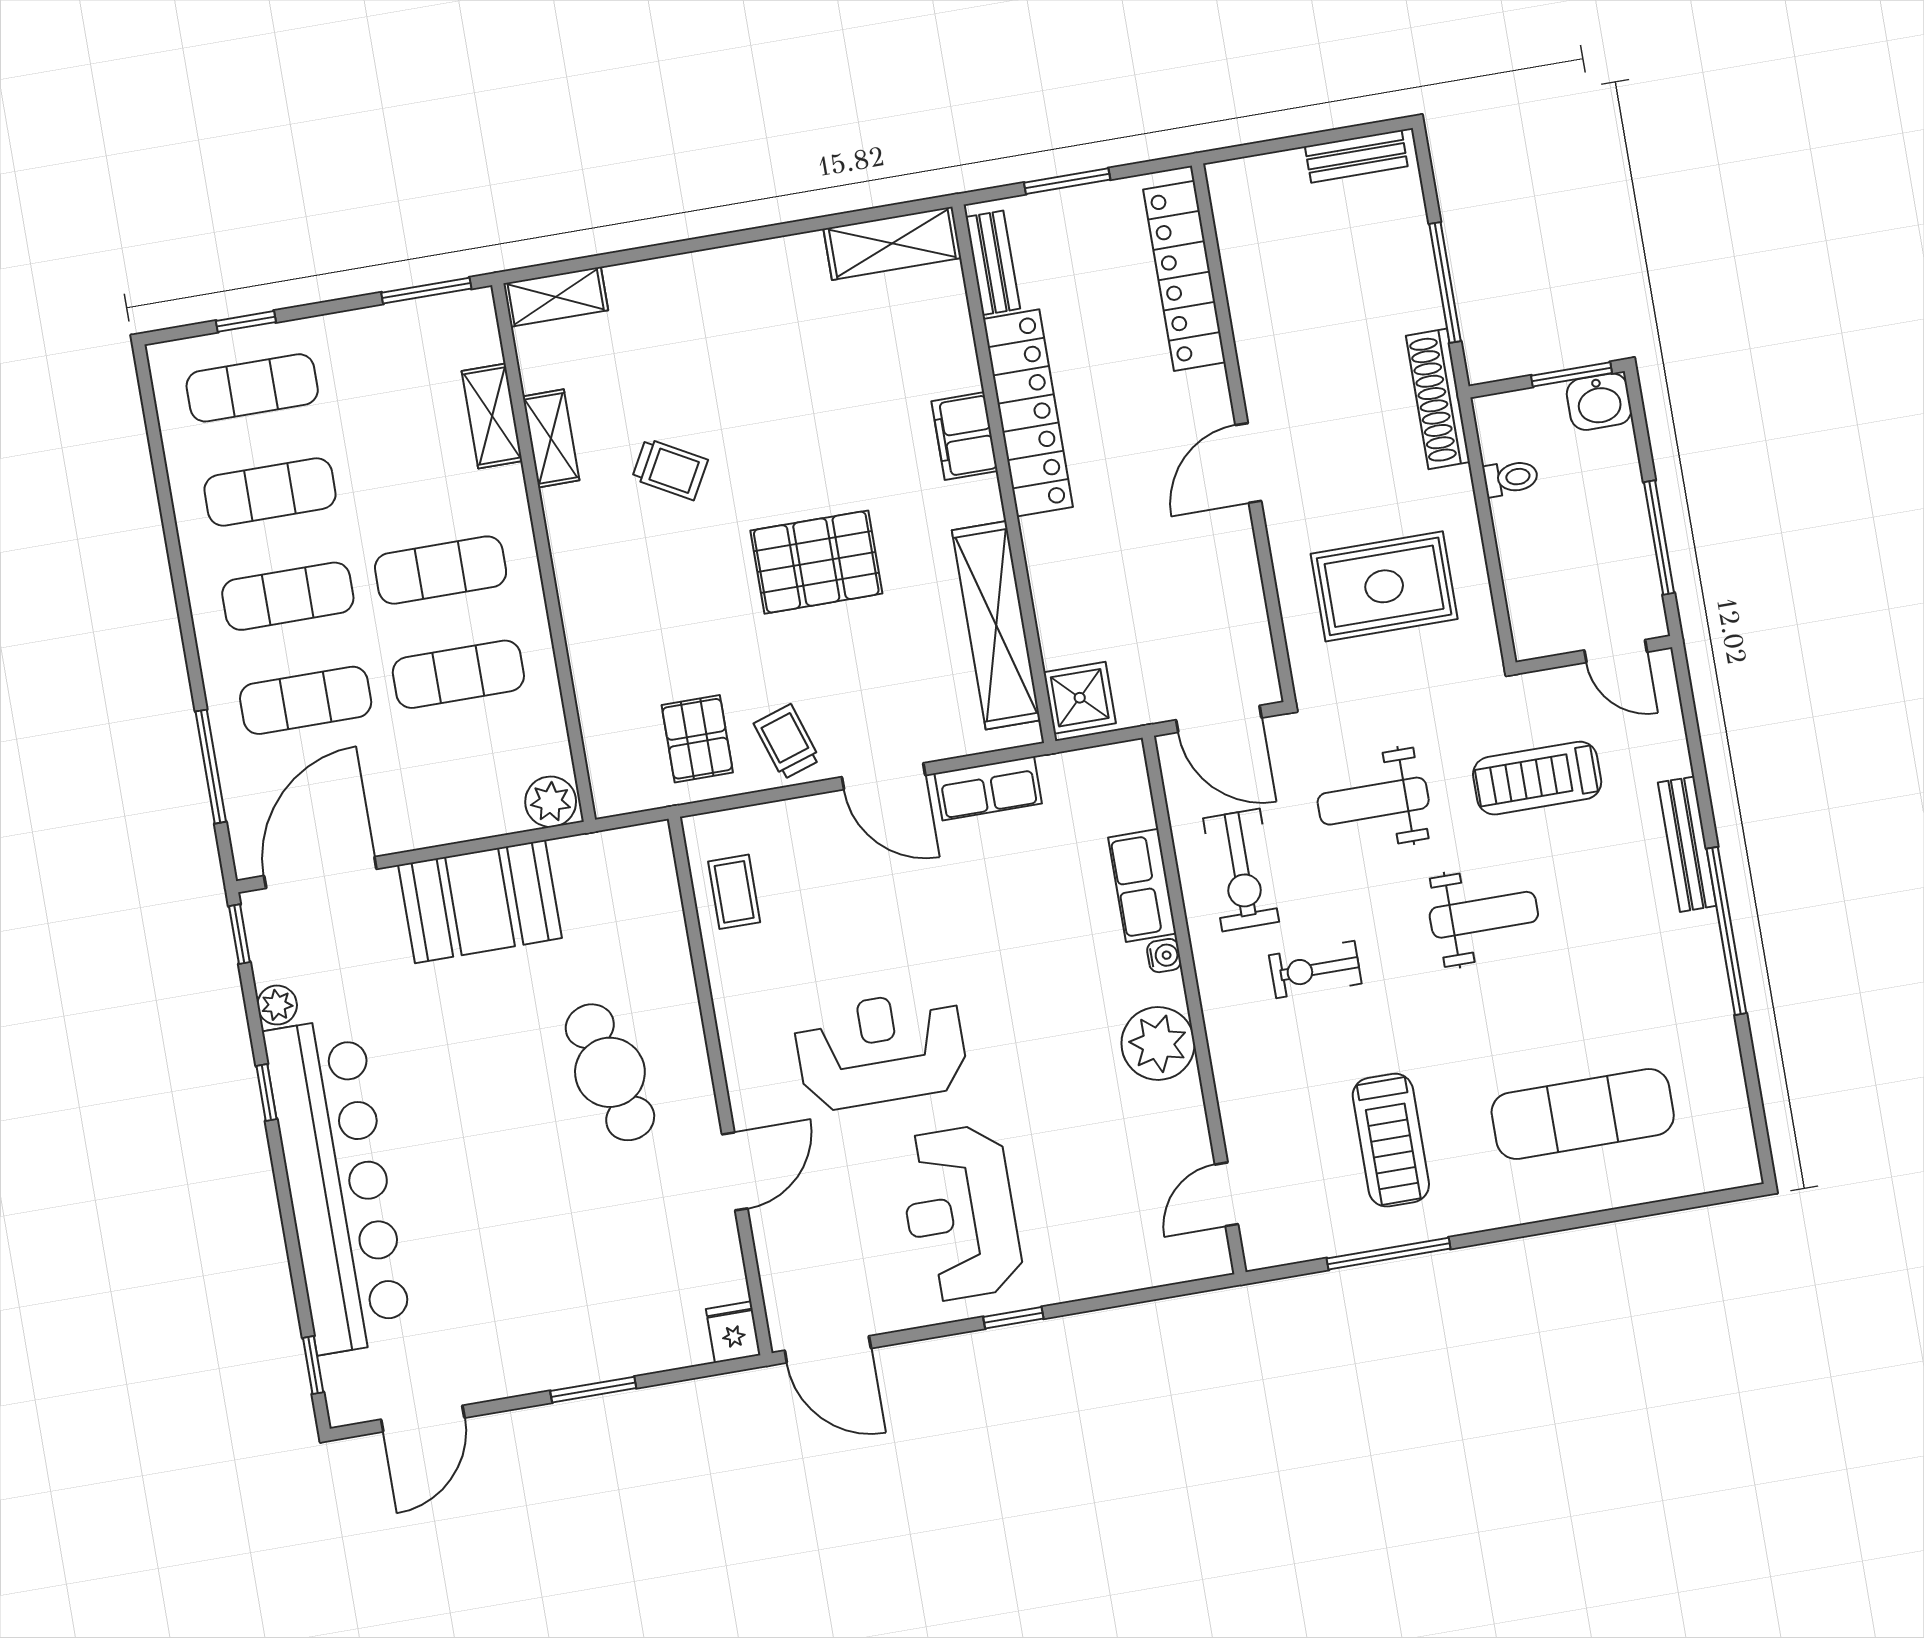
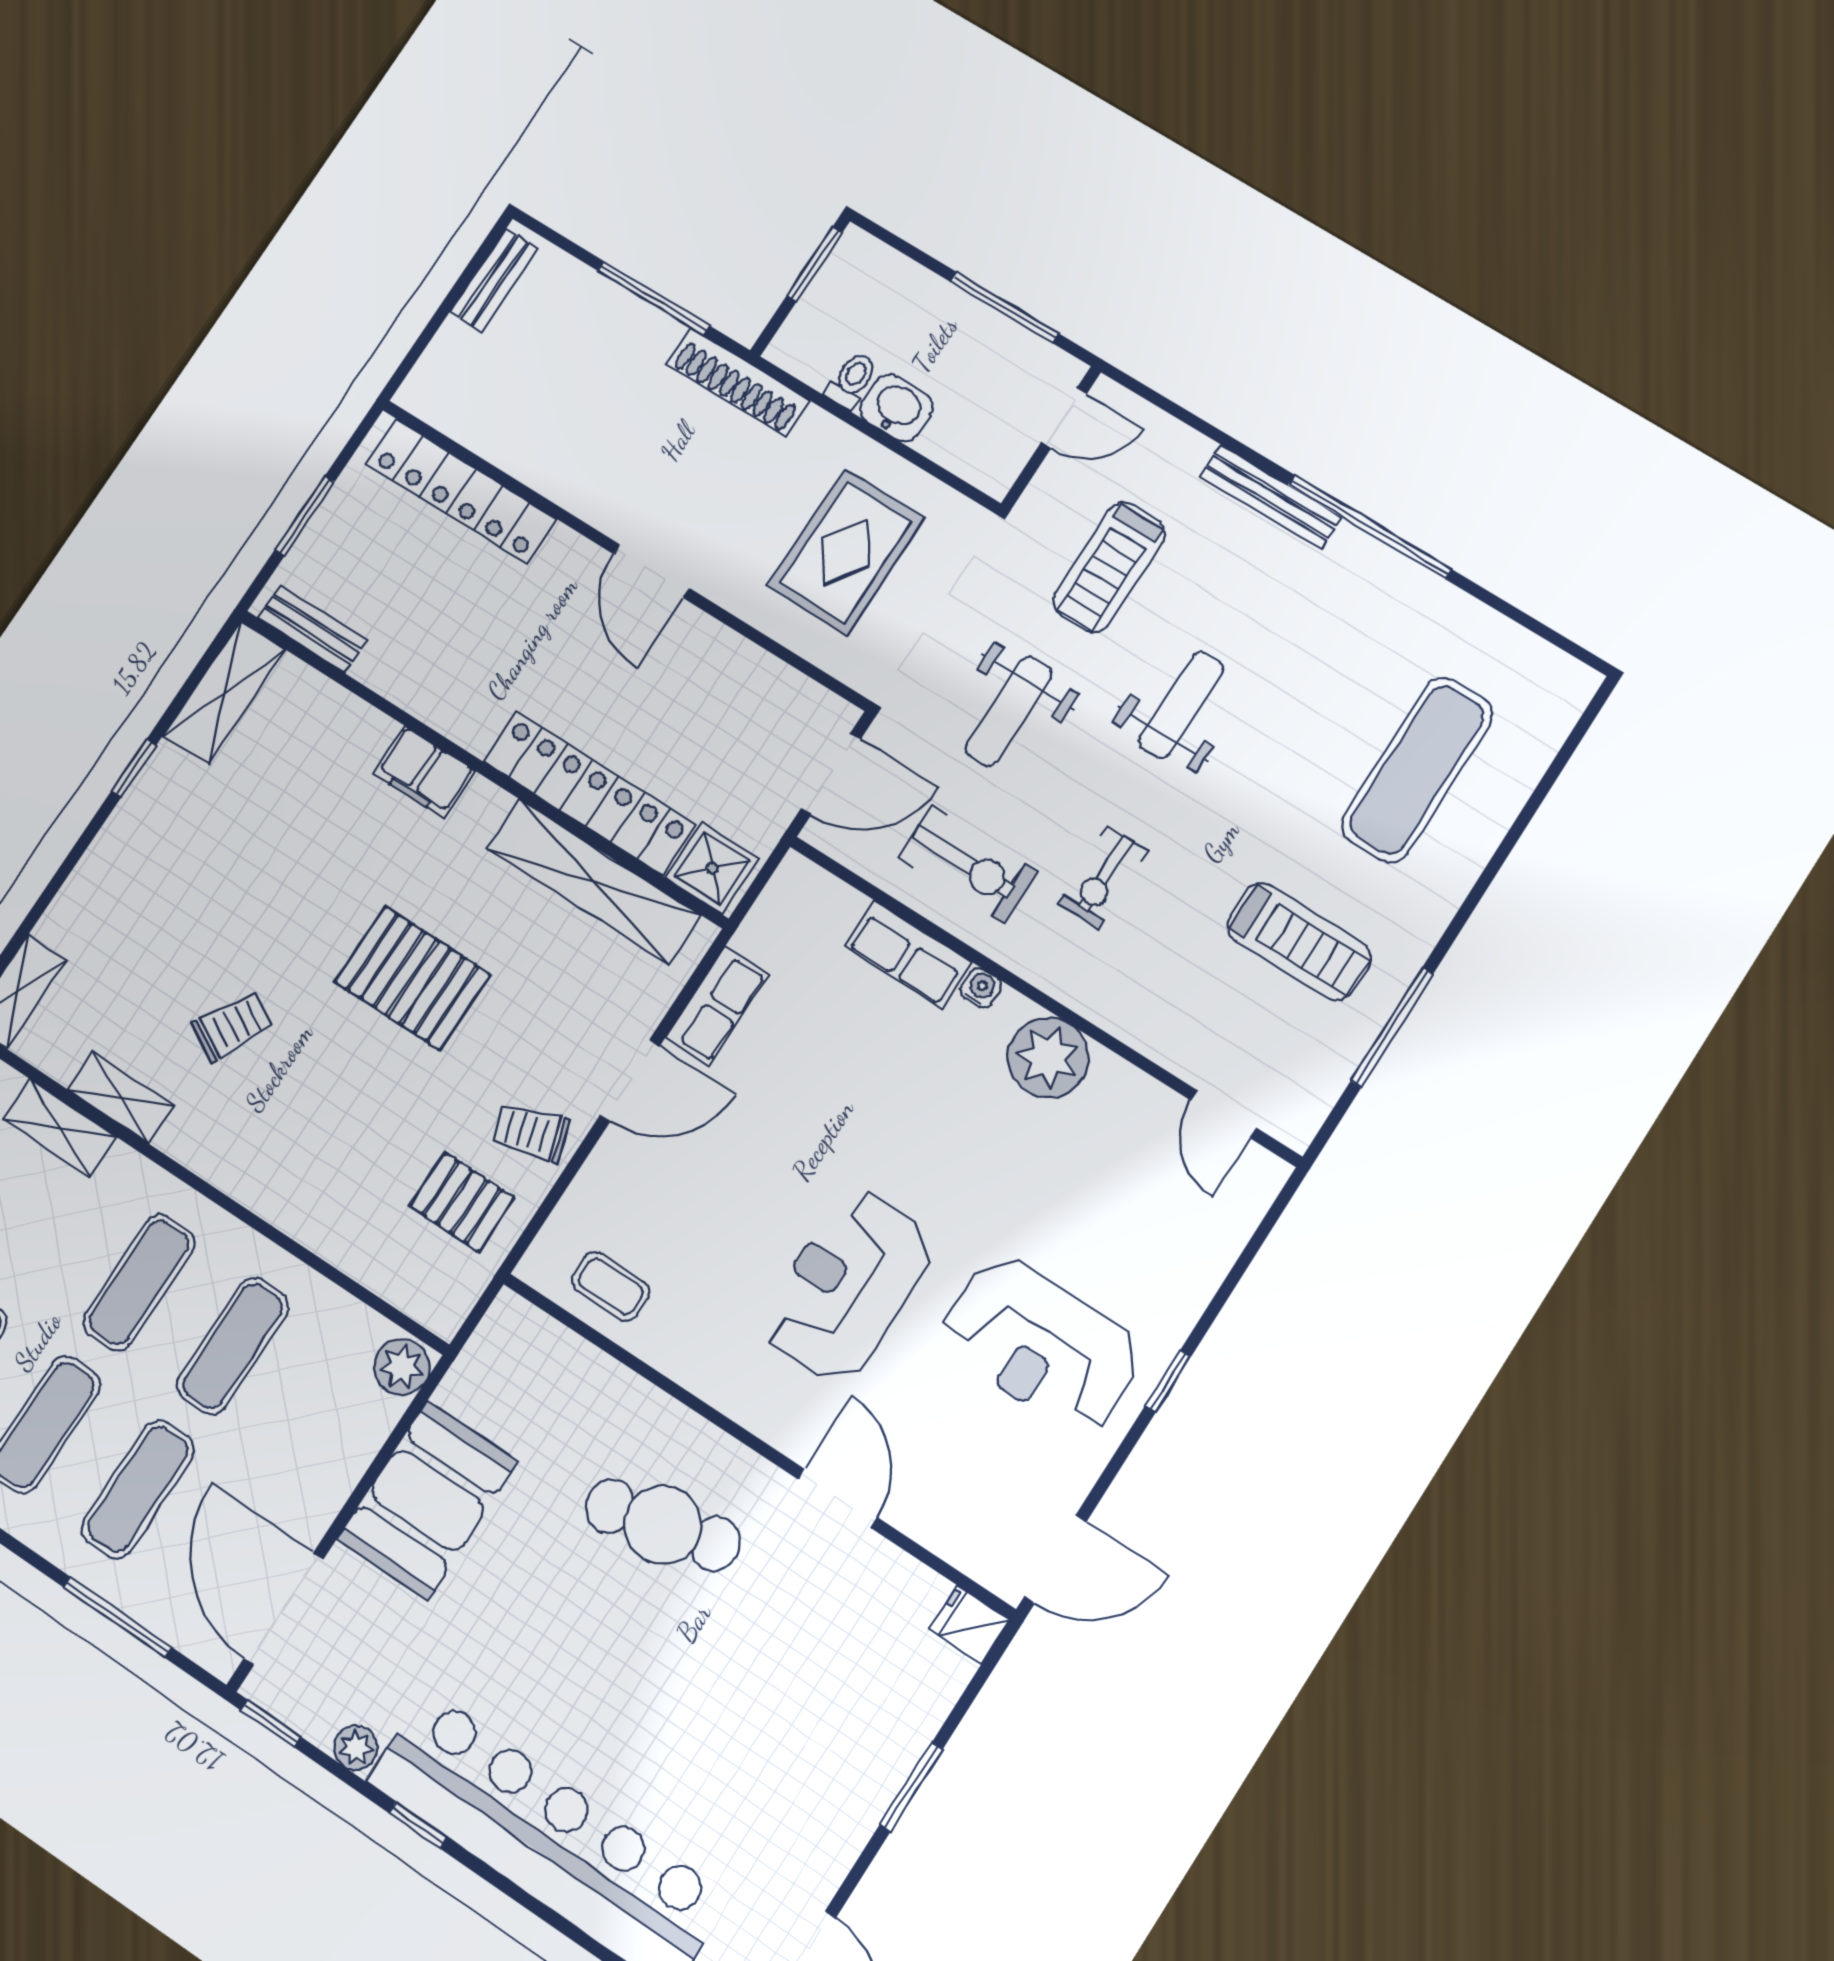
window: (782, 230) -> (134, 768), added
washbasin: (1599, 402) -> (897, 408), moved, turned -90
locker: (1028, 413) -> (589, 793), moved
pallet: (816, 562) -> (412, 978), turned 90

